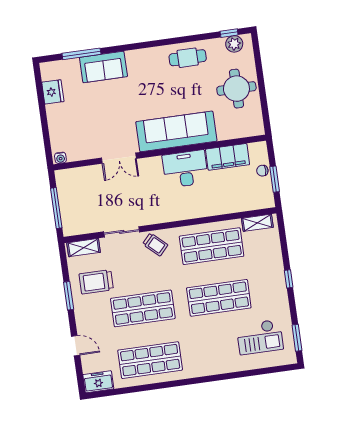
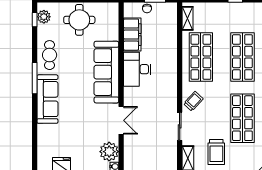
window: (81, 54) -> (35, 78), moved
sofa: (103, 67) -> (47, 99), moved, width x1.36
plant: (78, 149) -> (109, 152), added

